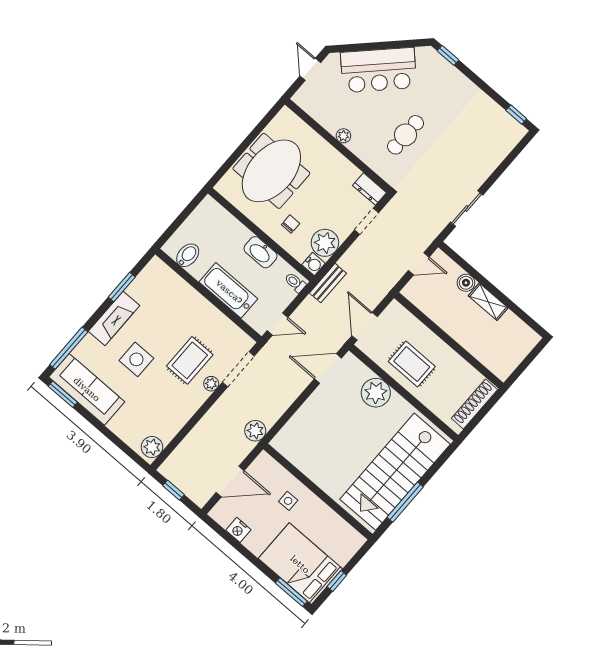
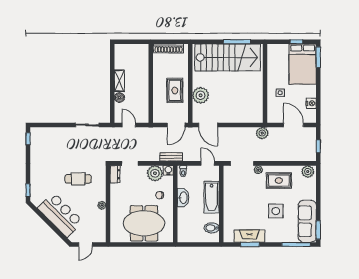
fireplace: (114, 318) -> (249, 236), moved
rug: (190, 360) -> (279, 181), moved

